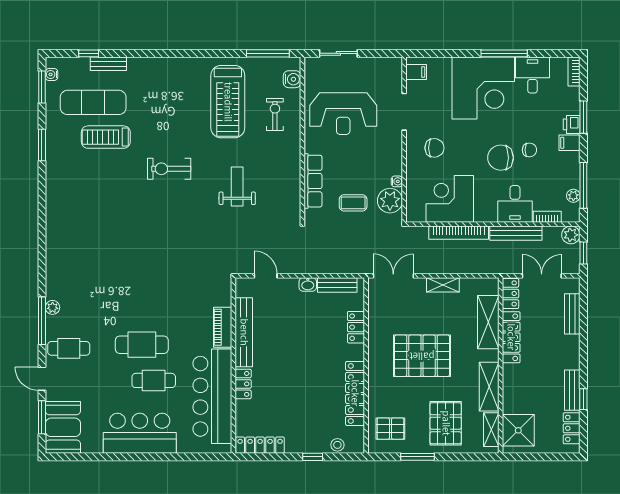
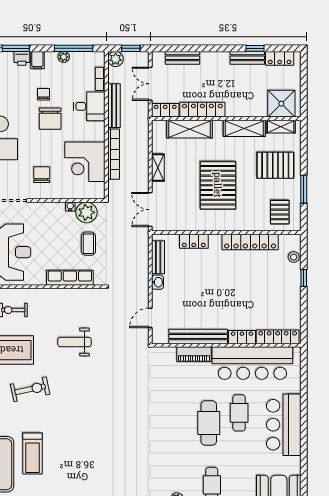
exercise bike: (169, 169) -> (30, 389), moved, turned -102
plant: (573, 196) -> (64, 57), moved
locker: (260, 445) -> (278, 337), moved, turned 90

